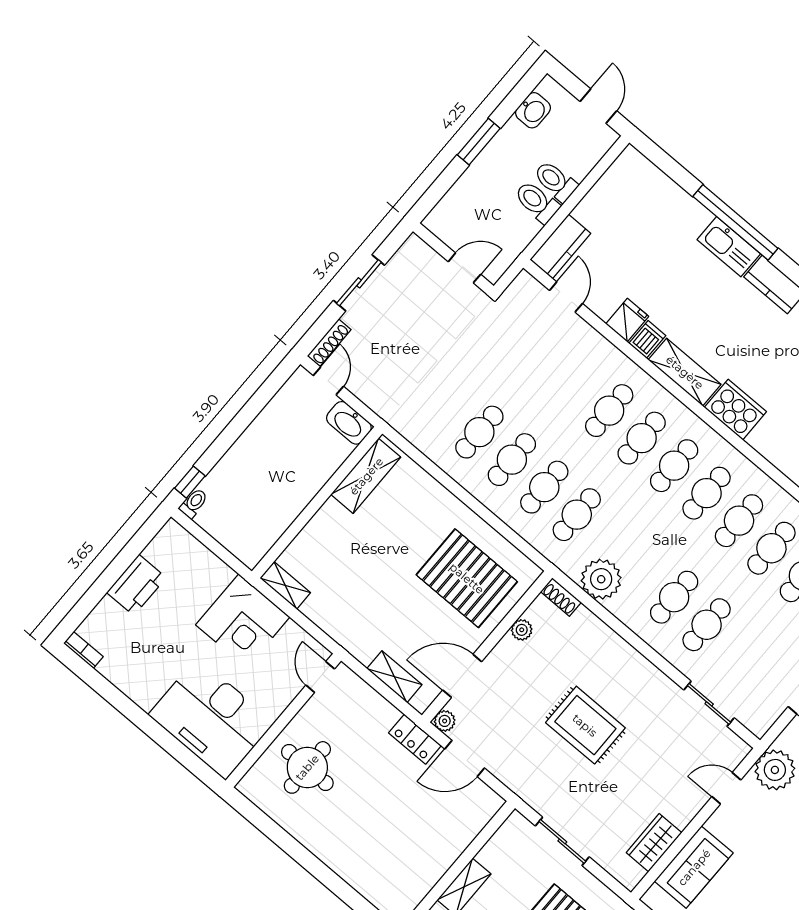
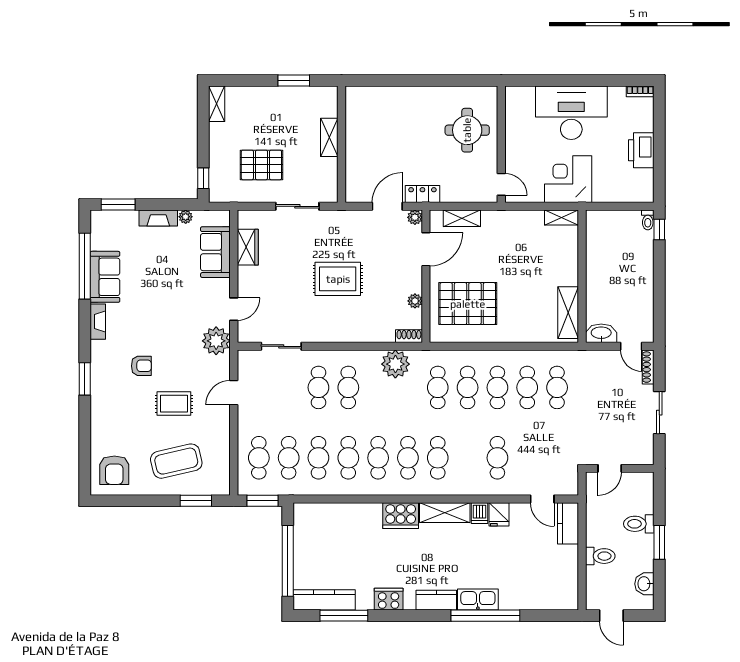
toilet: (537, 202) -> (639, 524), moved, turned 180
cafe table: (447, 405) -> (557, 387), added
cafe table: (609, 411) -> (497, 458), moved
desk: (211, 719) -> (571, 113), moved

